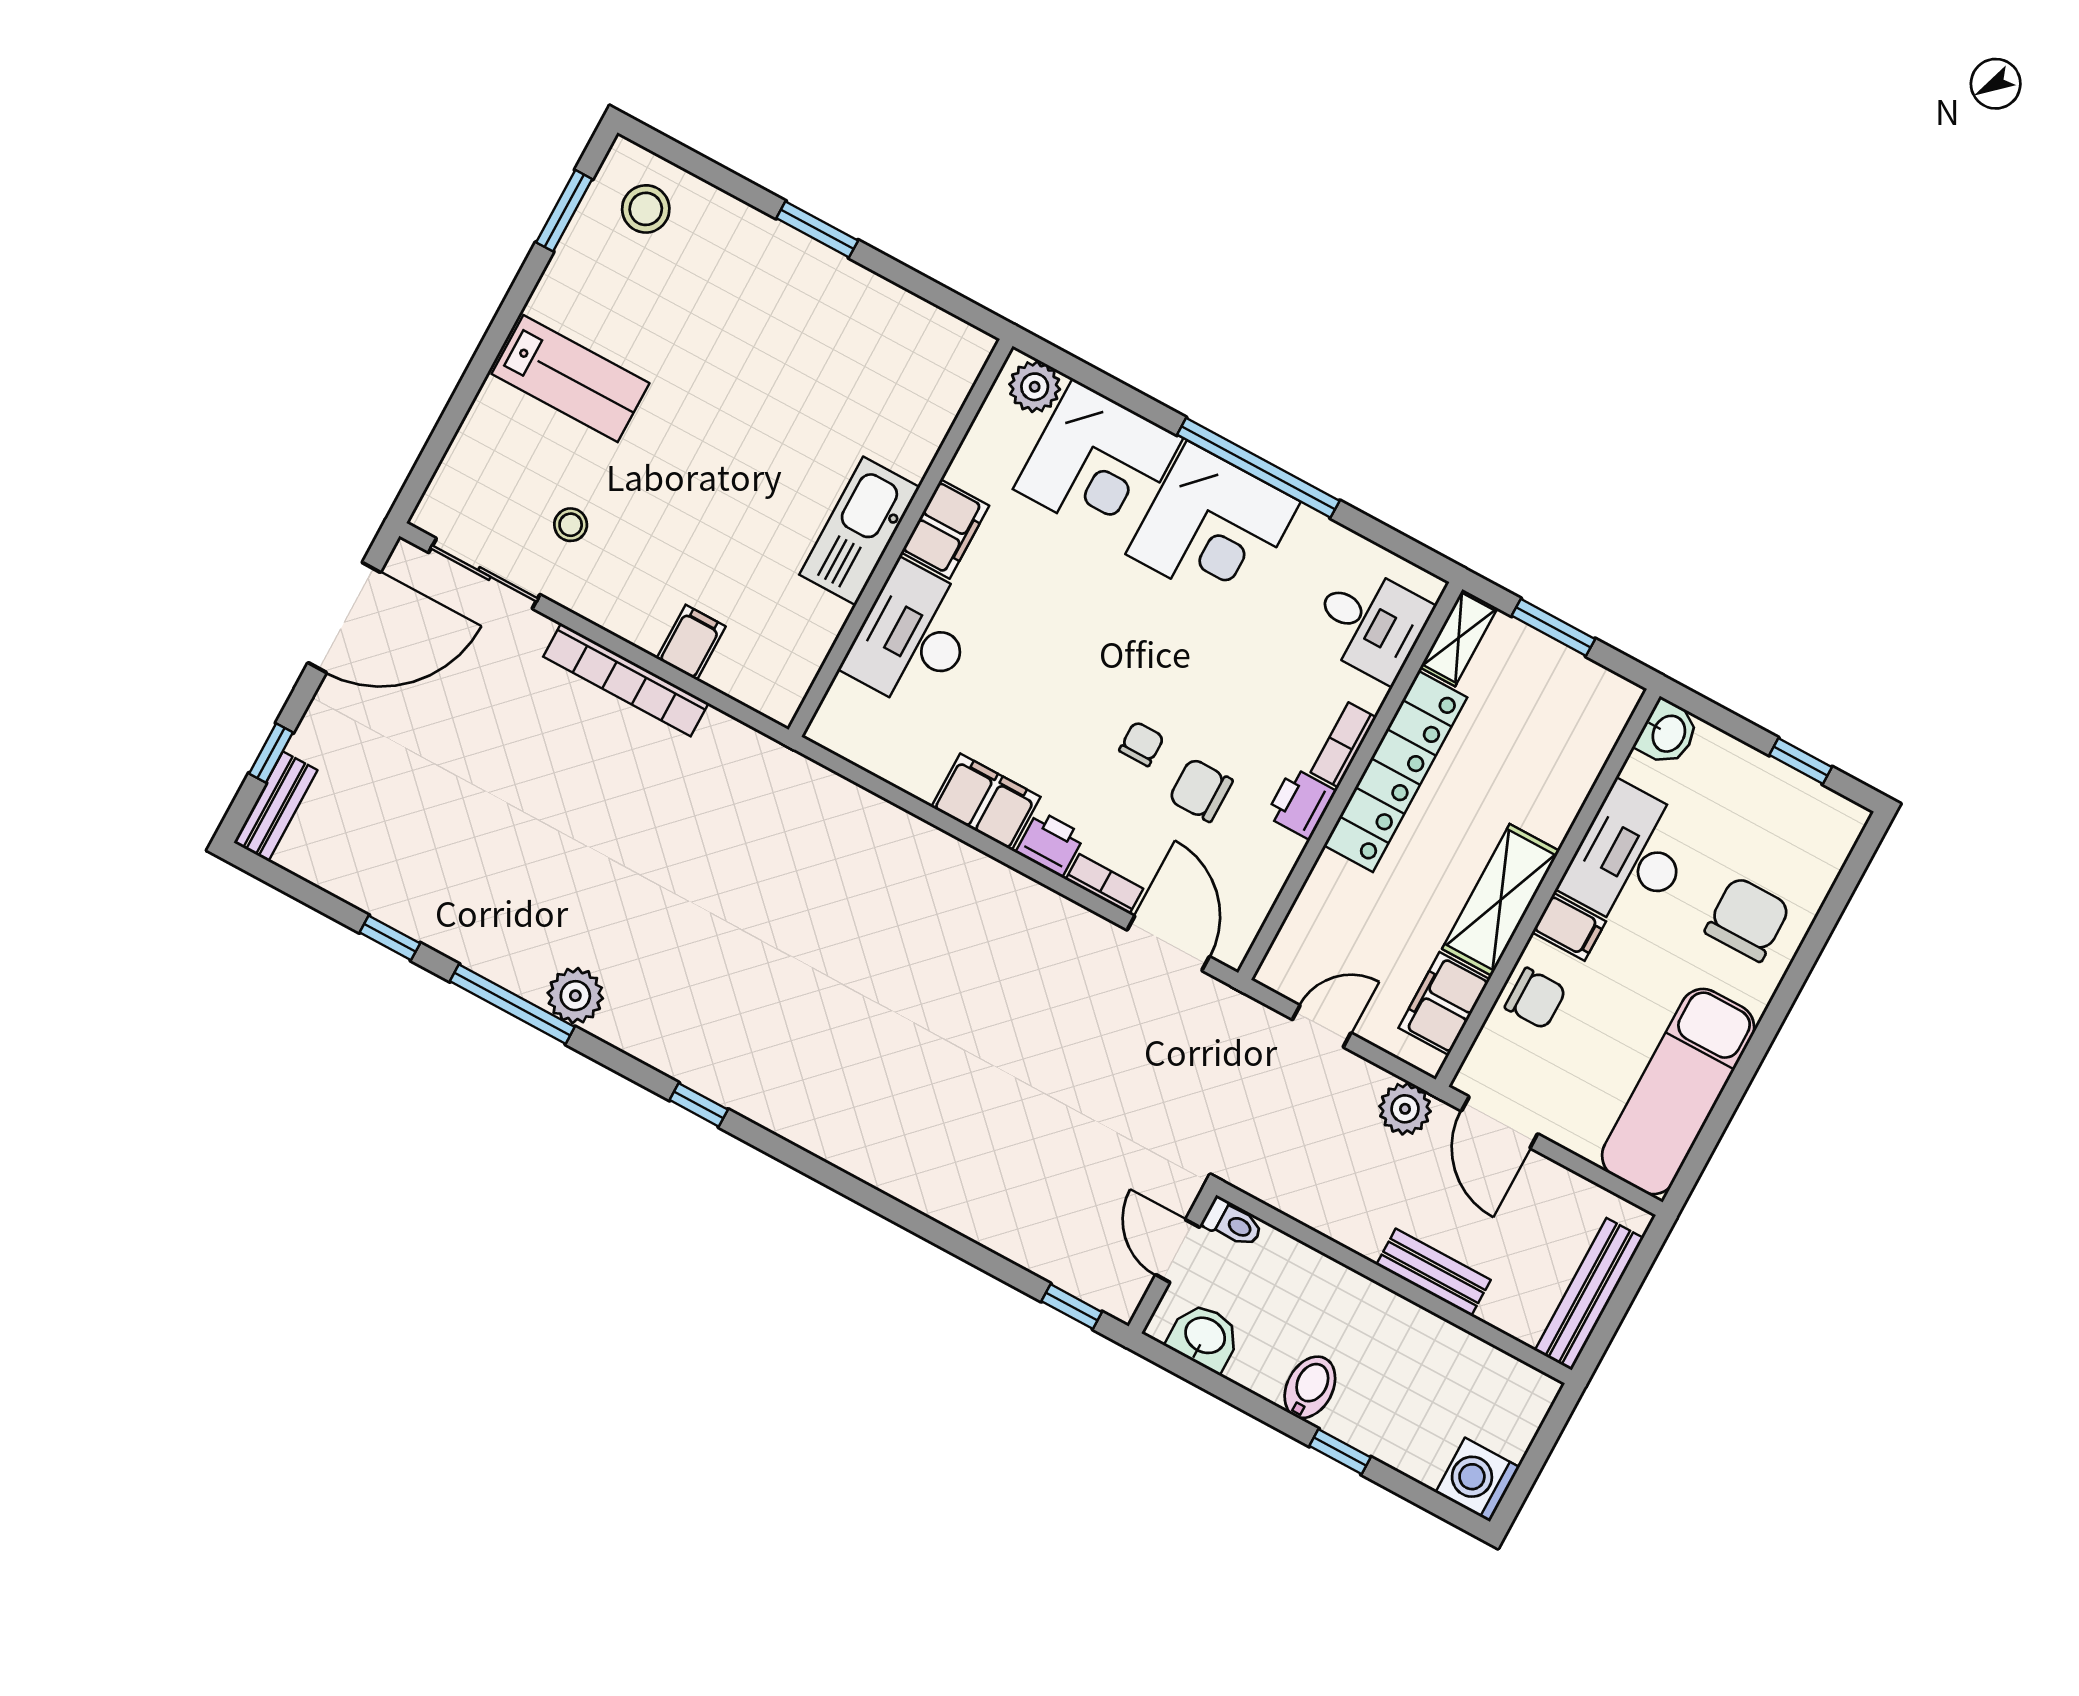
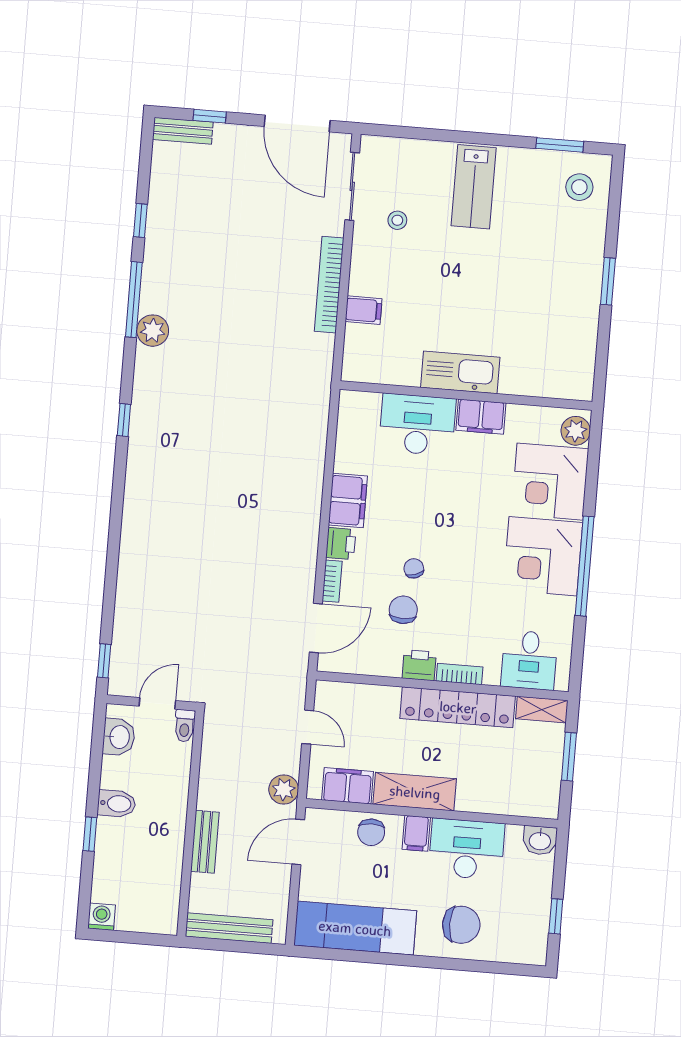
chair: (1142, 744) -> (414, 568), turned -109
washing machine: (1477, 1480) -> (102, 917), width x0.73, depth x0.73

